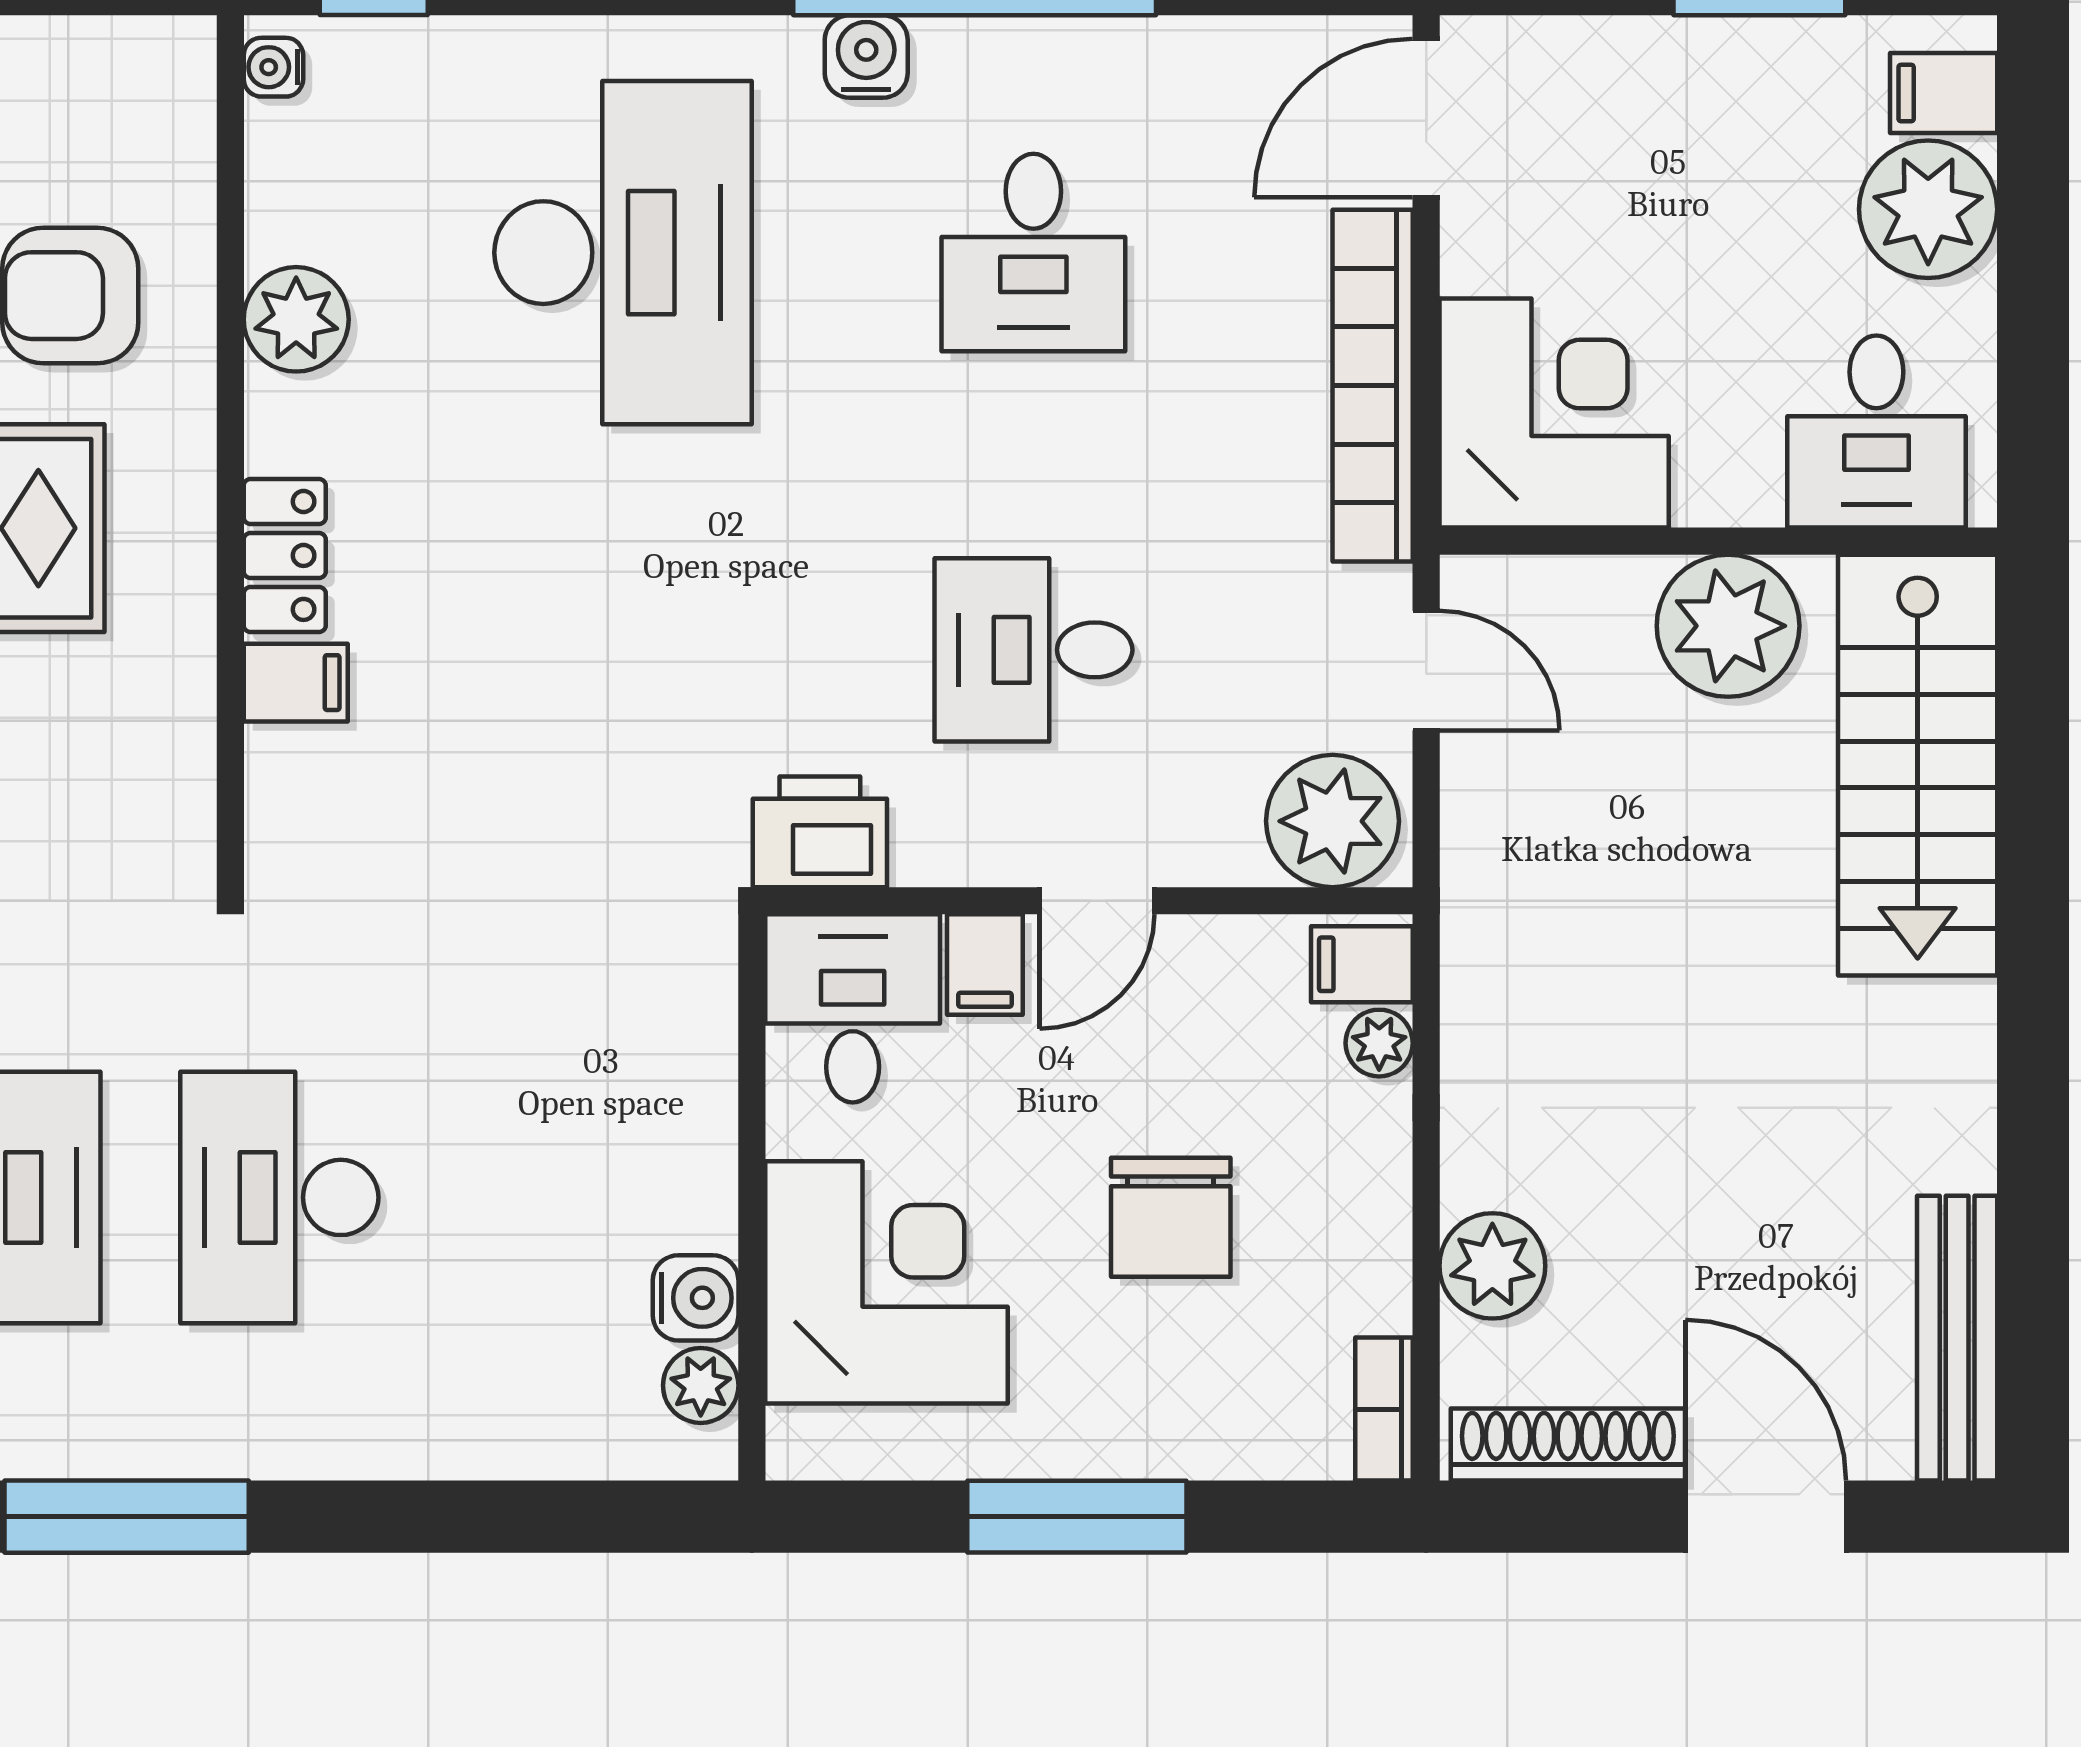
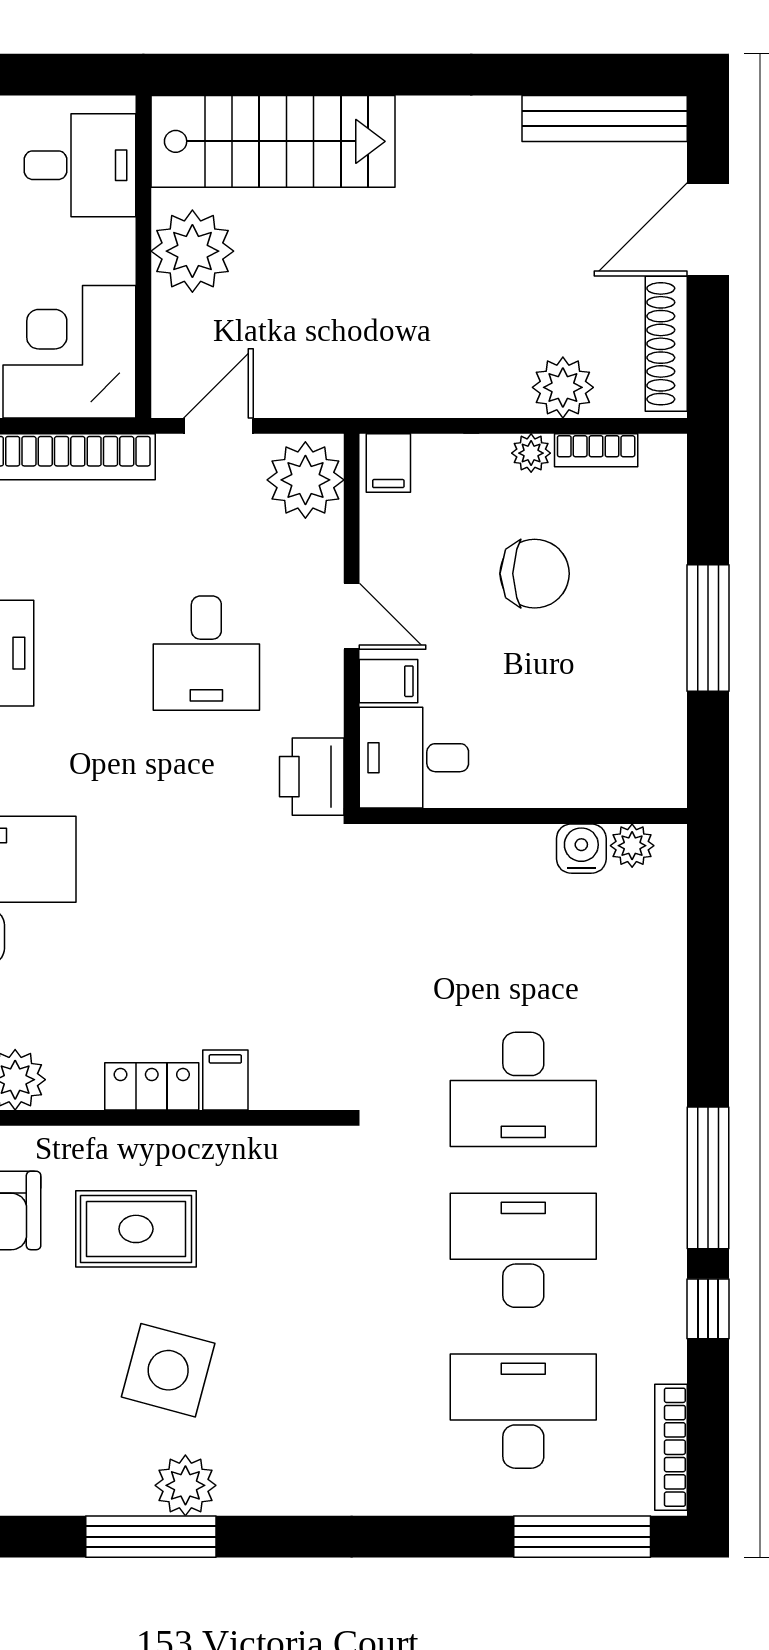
plant: (1379, 1043) -> (531, 453), moved
corner desk: (887, 1282) -> (572, 738), removed
bookcase: (1384, 1409) -> (596, 450), moved

